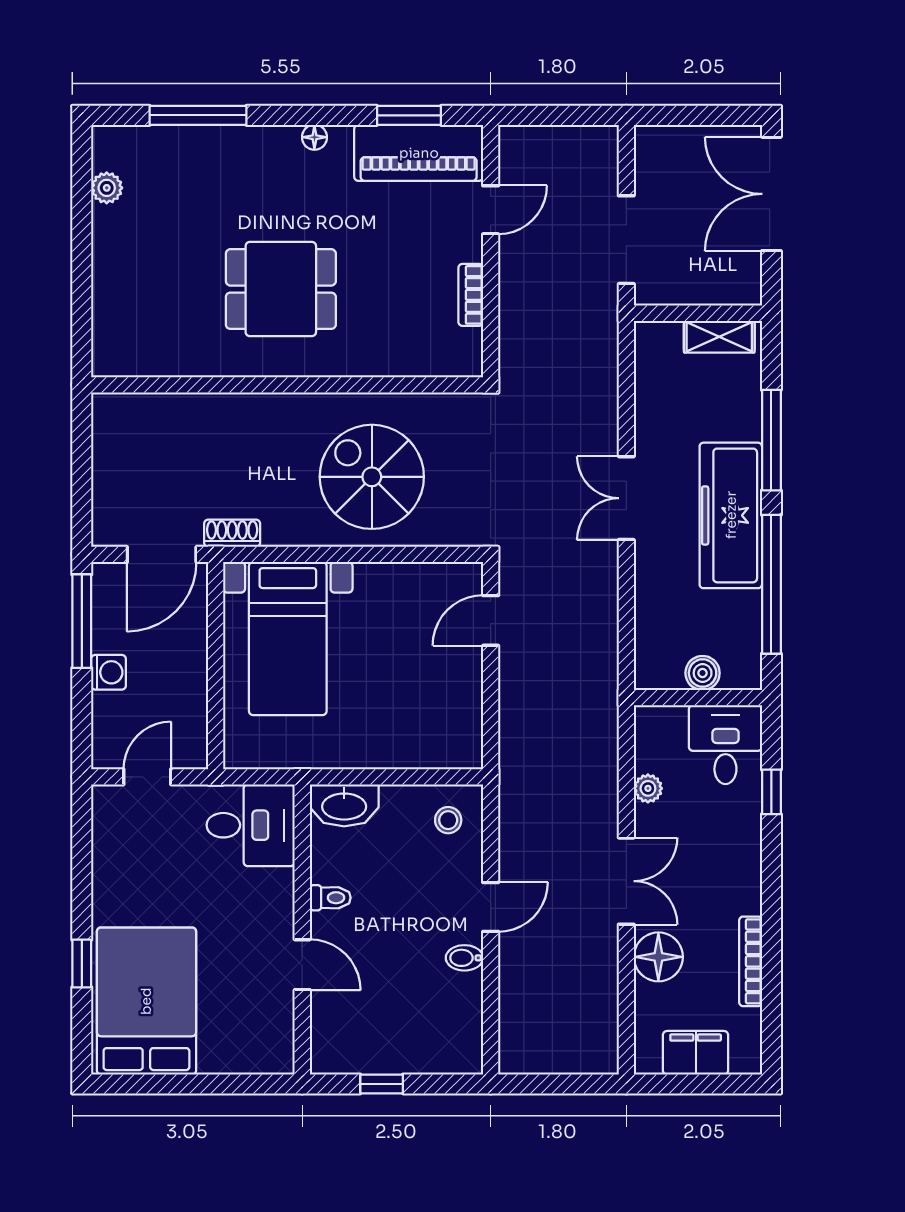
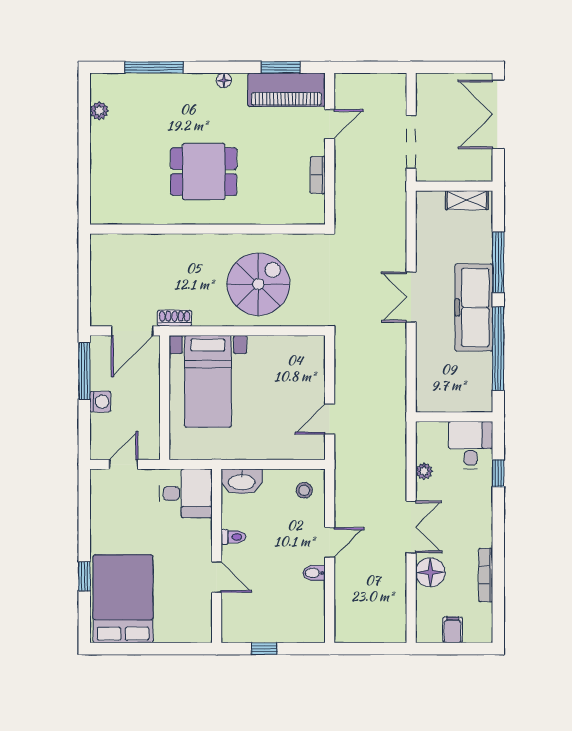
spiral stairs: (372, 477) -> (258, 284), turned 90
door: (491, 620) -> (330, 419), moved
boiler: (703, 673) -> (457, 402), removed
filing cabinet: (696, 1053) -> (453, 630), width x0.50

